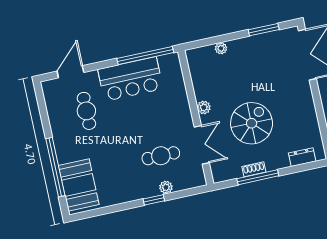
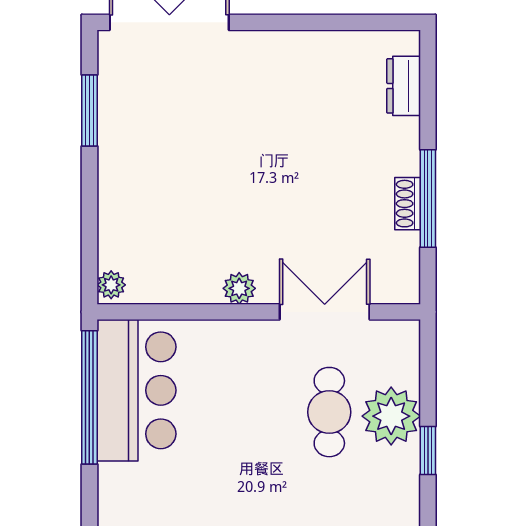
plant: (221, 48) -> (111, 285), moved
bar counter: (130, 79) -> (136, 390), moved
spiral stairs: (252, 123) -> (300, 186), removed
plant: (166, 187) -> (391, 416), width x1.88, depth x1.88

